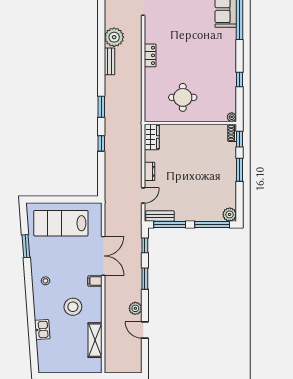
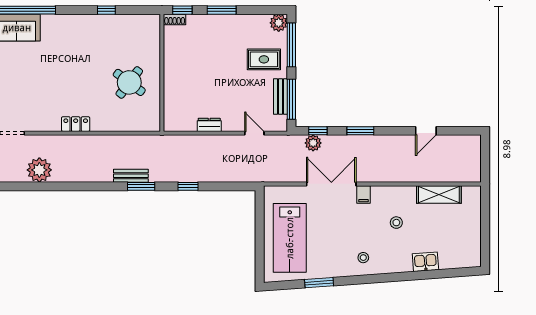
plant: (114, 37) -> (39, 170), moved
bench: (110, 61) -> (131, 176), moved
round table: (183, 97) -> (129, 82), turned 37
plant: (232, 117) -> (154, 20), removed
wardrobe: (152, 137) -> (180, 122), removed
dresser: (149, 171) -> (209, 125), moved
rug: (201, 203) -> (264, 59), added
bench: (160, 216) -> (280, 96), moved
stool: (73, 307) -> (396, 223), width x0.53, depth x0.53
plant: (135, 308) -> (313, 143), moved

